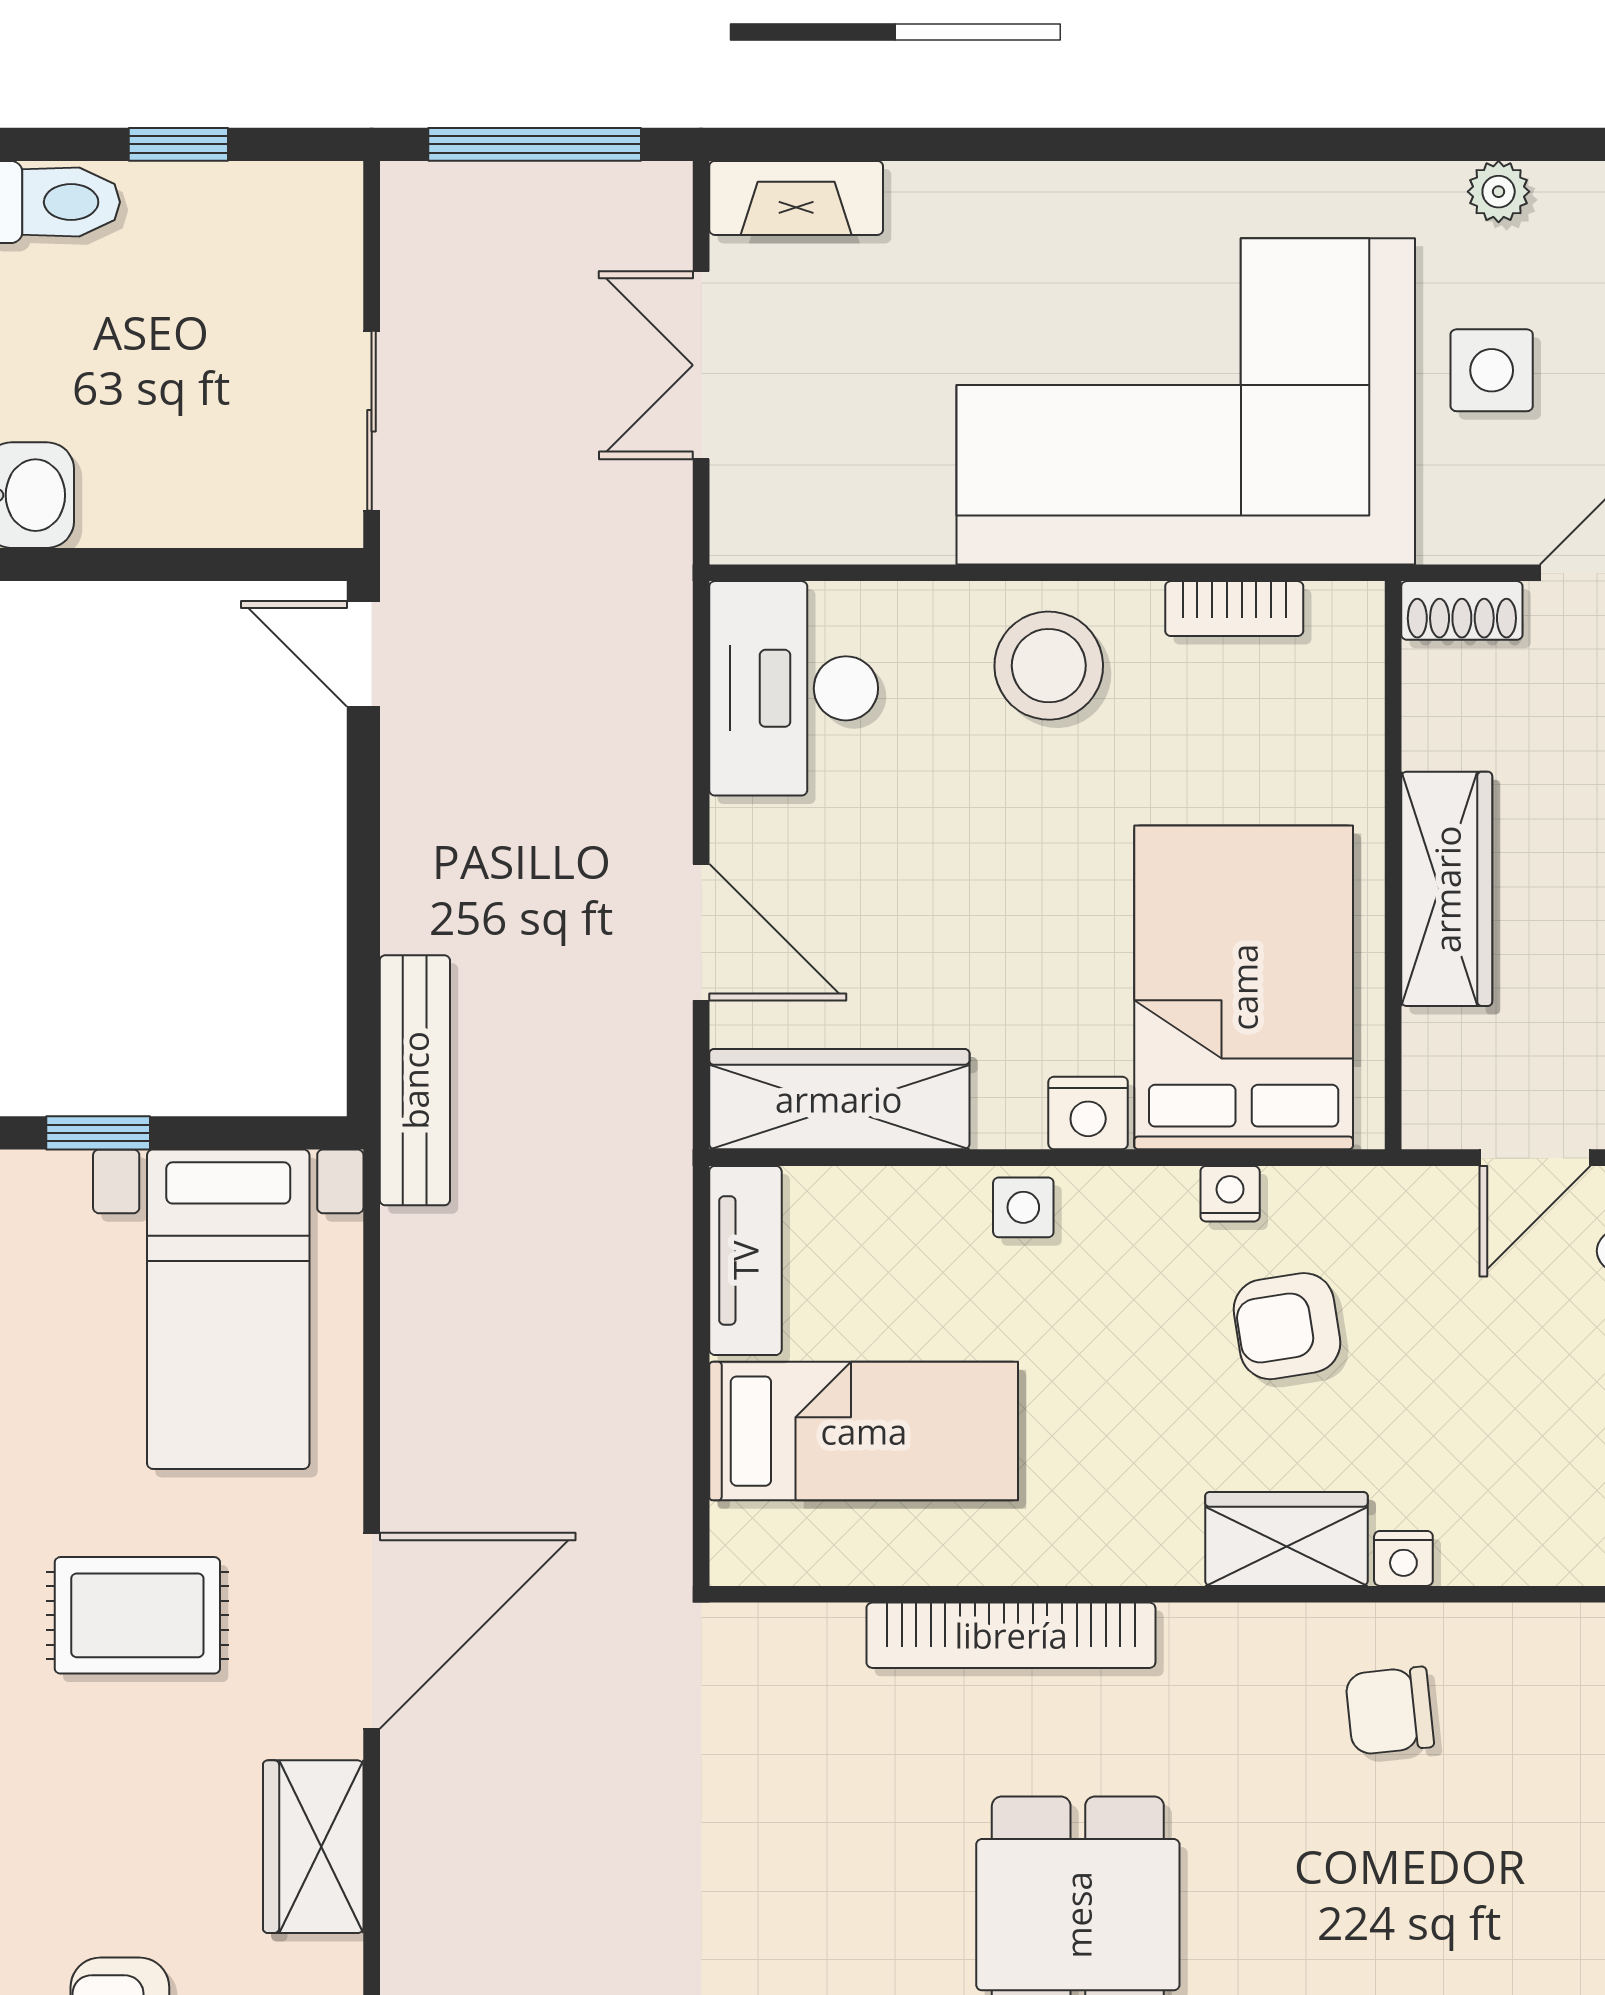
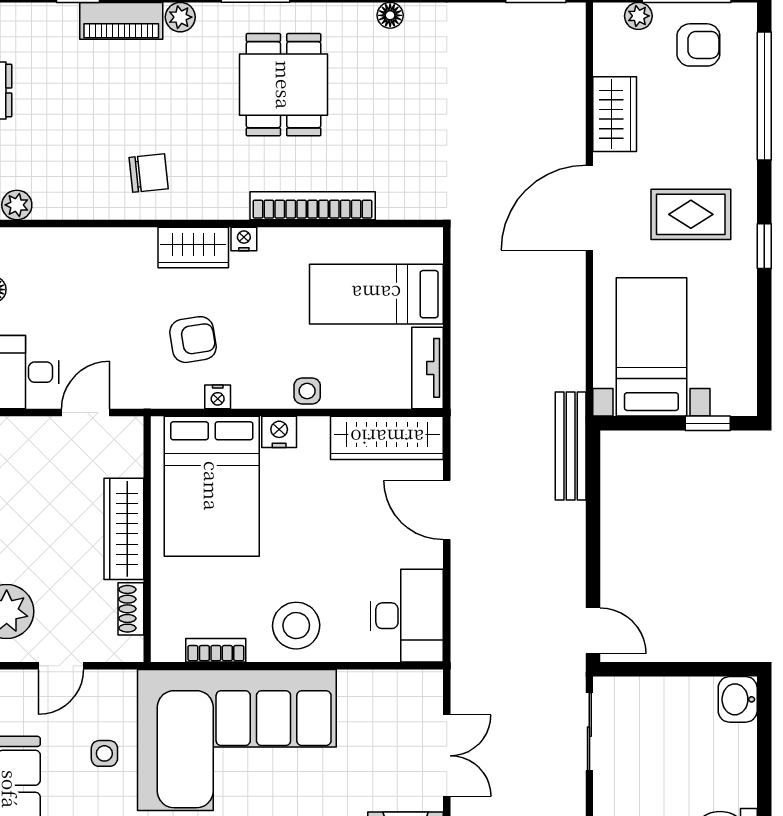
side table: (1492, 370) -> (104, 753), width x0.73, depth x0.73
shoe rack: (1462, 610) -> (131, 609), moved, turned -90
nightstand: (1403, 1558) -> (244, 239), moved

